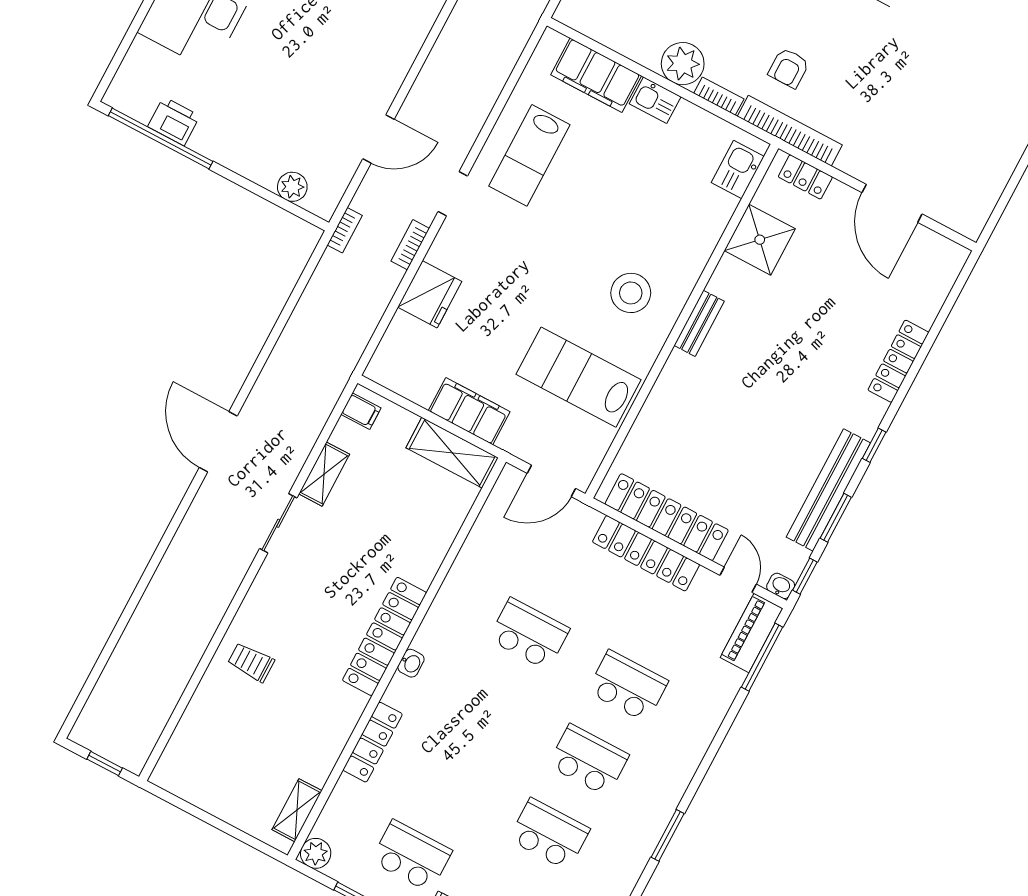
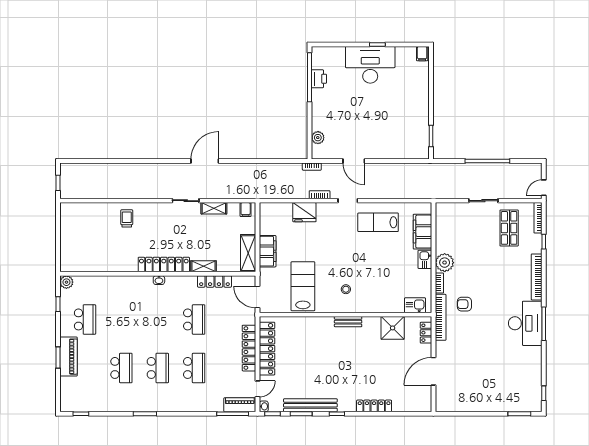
stool: (631, 293) -> (346, 289), width x0.53, depth x0.53
locker: (373, 742) -> (214, 281), moved
shelving: (297, 810) -> (203, 266), moved

